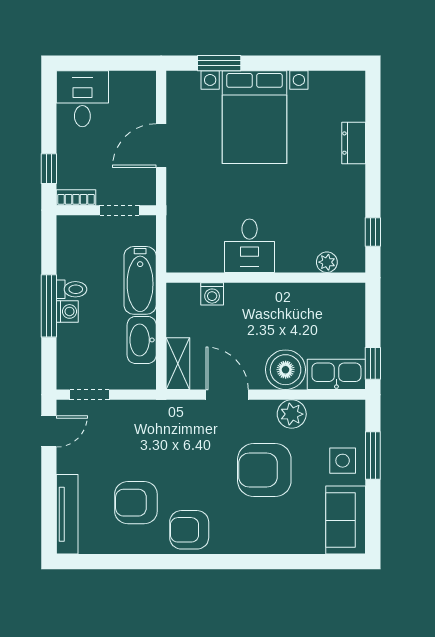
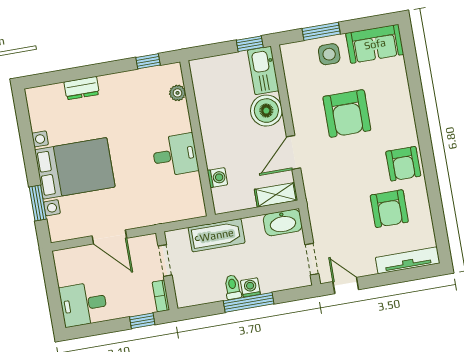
washbasin: (142, 340) -> (283, 223), moved
plant: (292, 414) -> (300, 100), removed

